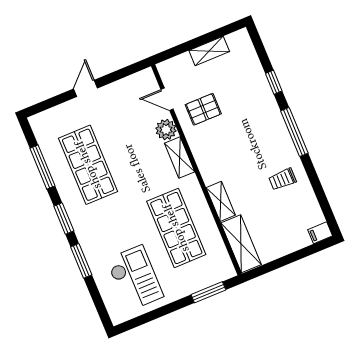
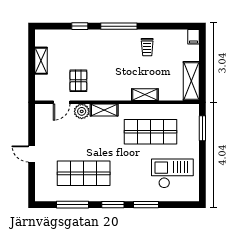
shelving: (241, 244) -> (191, 81), moved, turned 90

